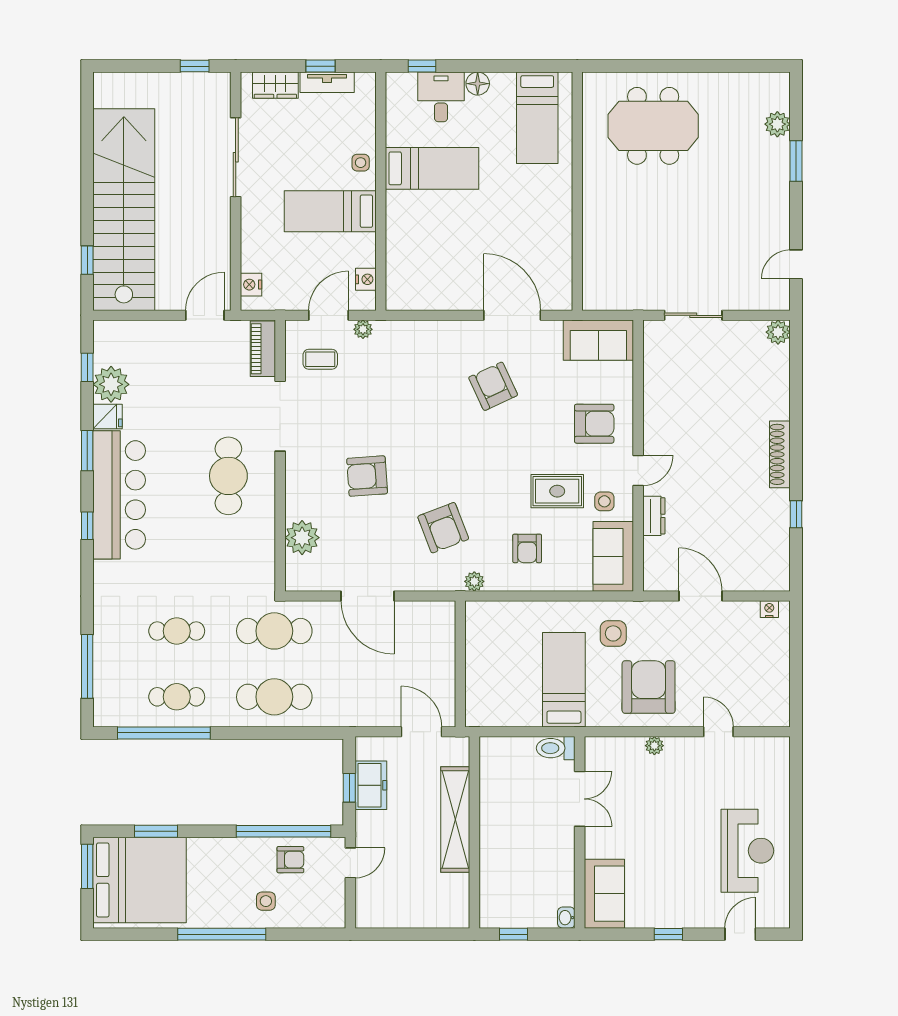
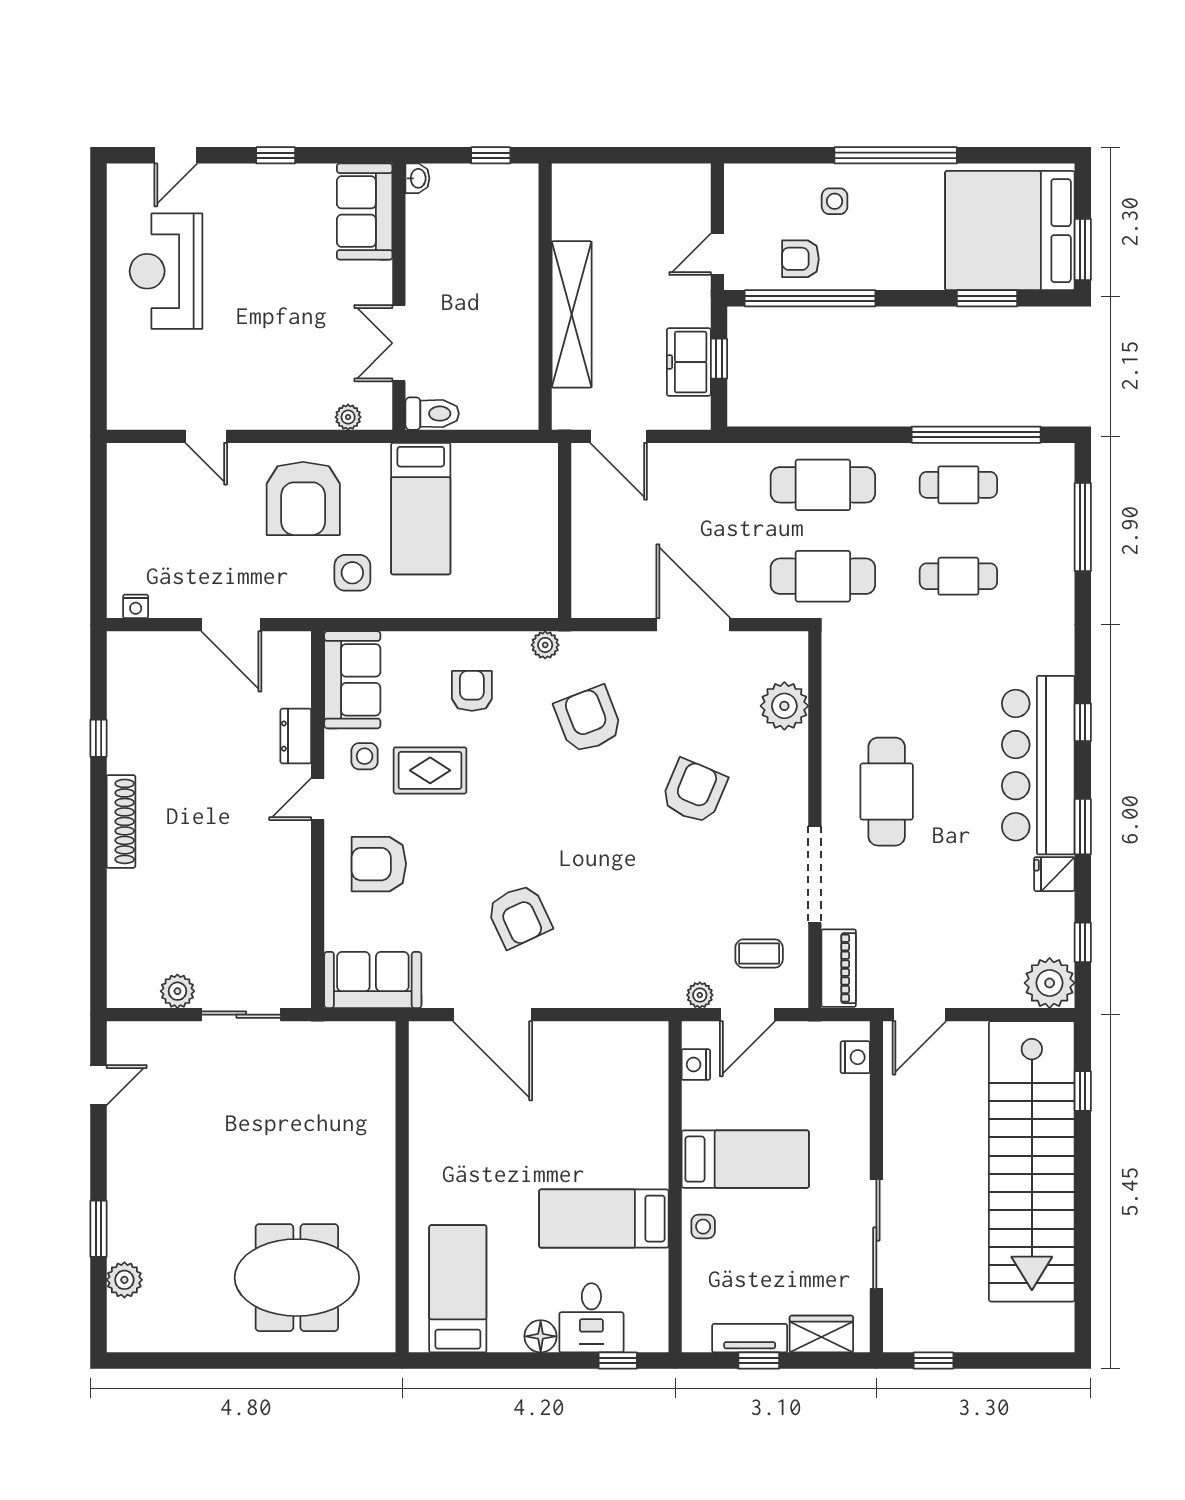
plant: (778, 332) -> (177, 991), moved
plant: (111, 384) -> (1050, 983), moved
armchair: (367, 476) -> (694, 791), turned -63
plant: (654, 746) -> (348, 417), moved

